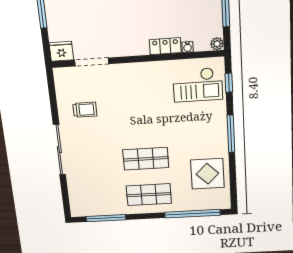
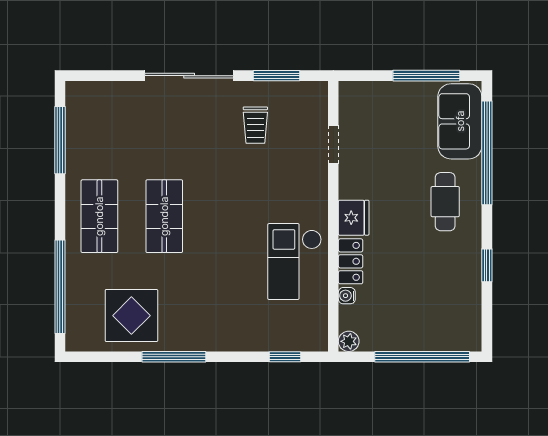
fridge: (61, 51) -> (354, 218), moved
doorway: (92, 62) -> (333, 144), width x0.73
checkout: (198, 85) -> (295, 262), moved
window: (53, 99) -> (277, 76), added
window: (231, 134) -> (174, 357), moved

